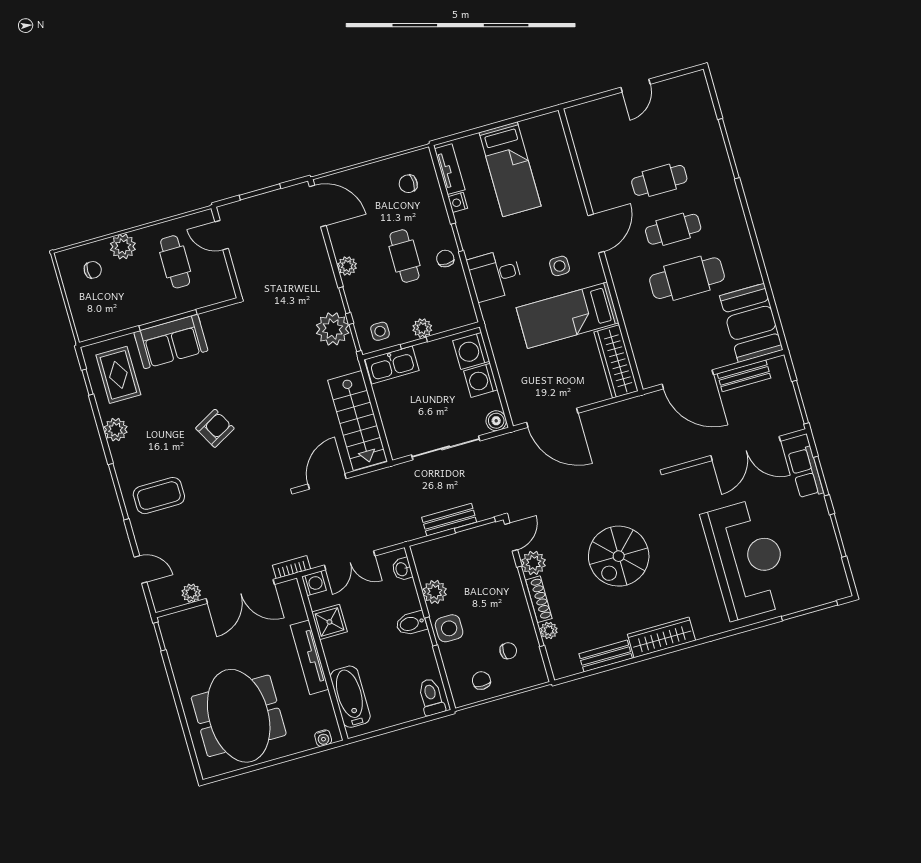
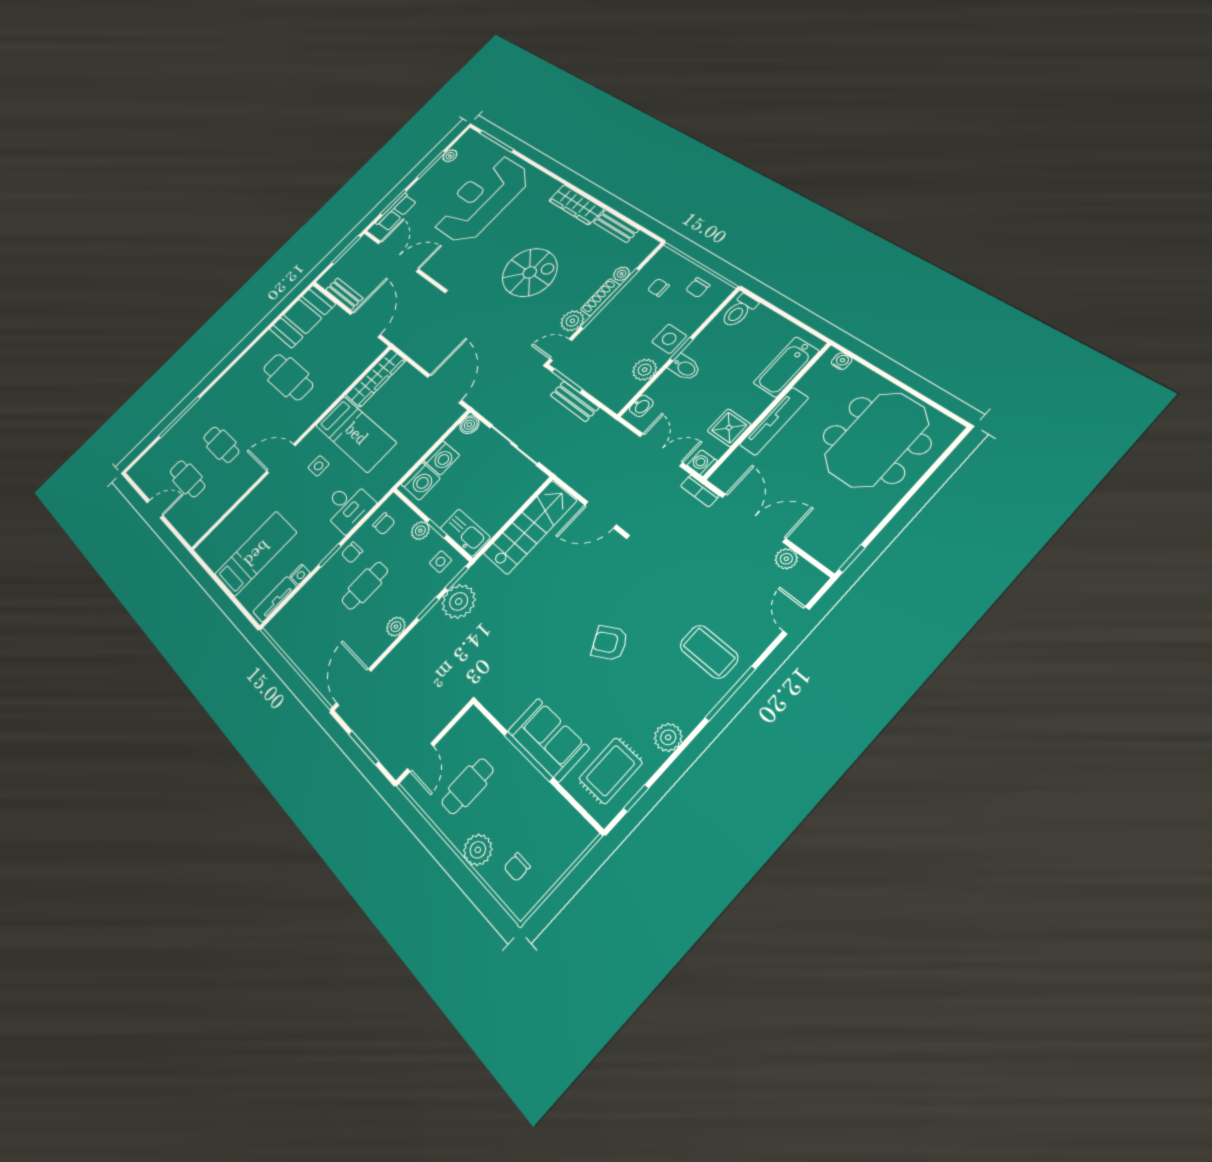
chair: (408, 184) -> (384, 524), moved
cafe table: (673, 229) -> (187, 479), moved
chair: (93, 270) -> (517, 867), turned -90
plant: (833, 559) -> (450, 156), added

